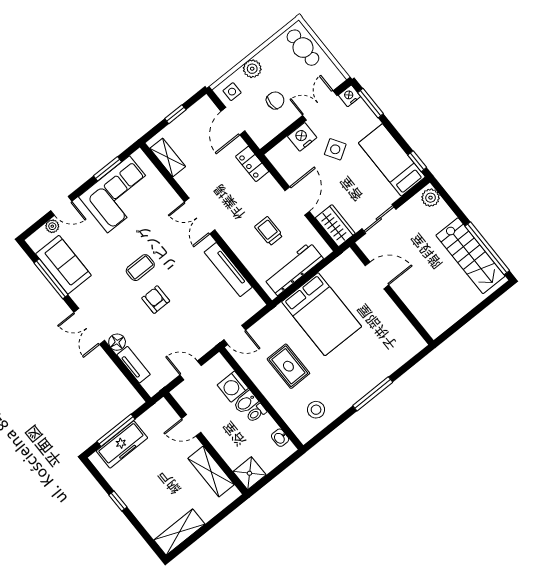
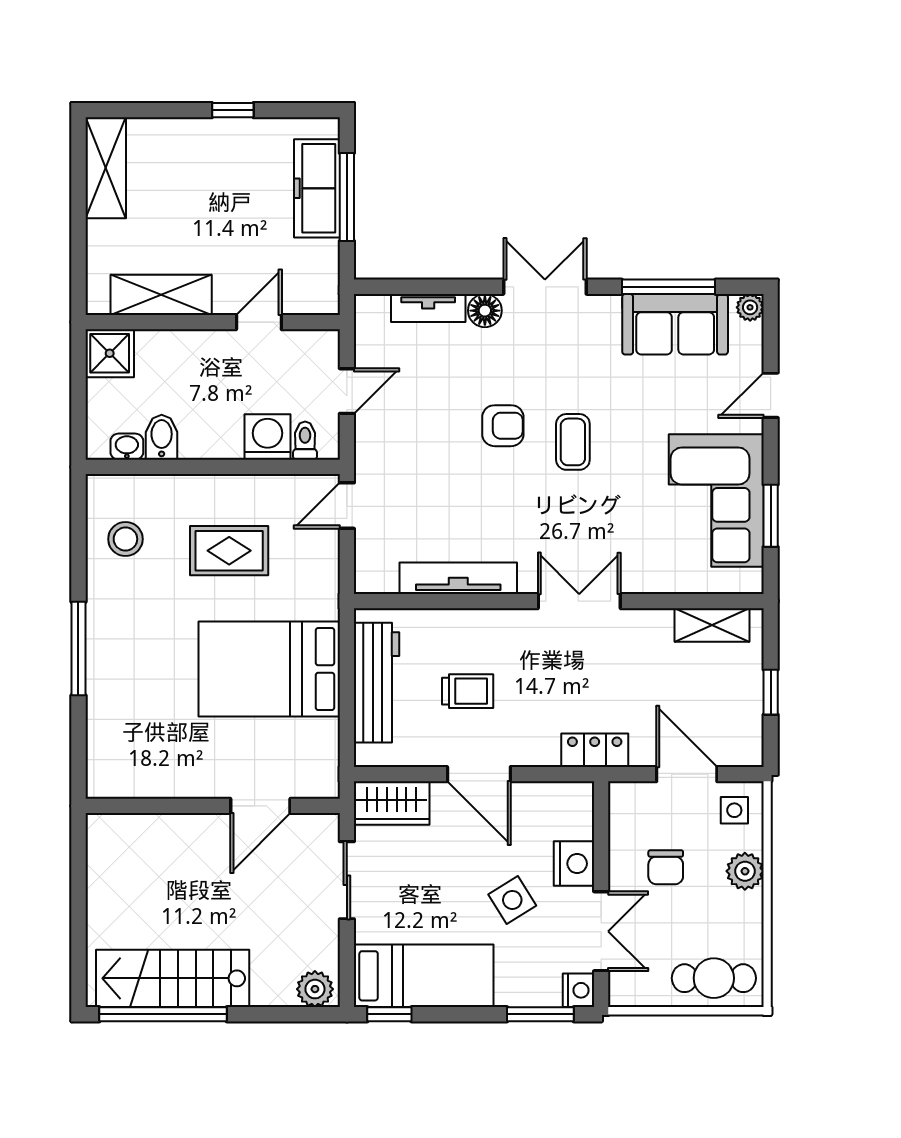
plant: (52, 226) -> (750, 307), moved
bidet: (246, 402) -> (162, 437), moved
toilet: (256, 413) -> (305, 441), moved

